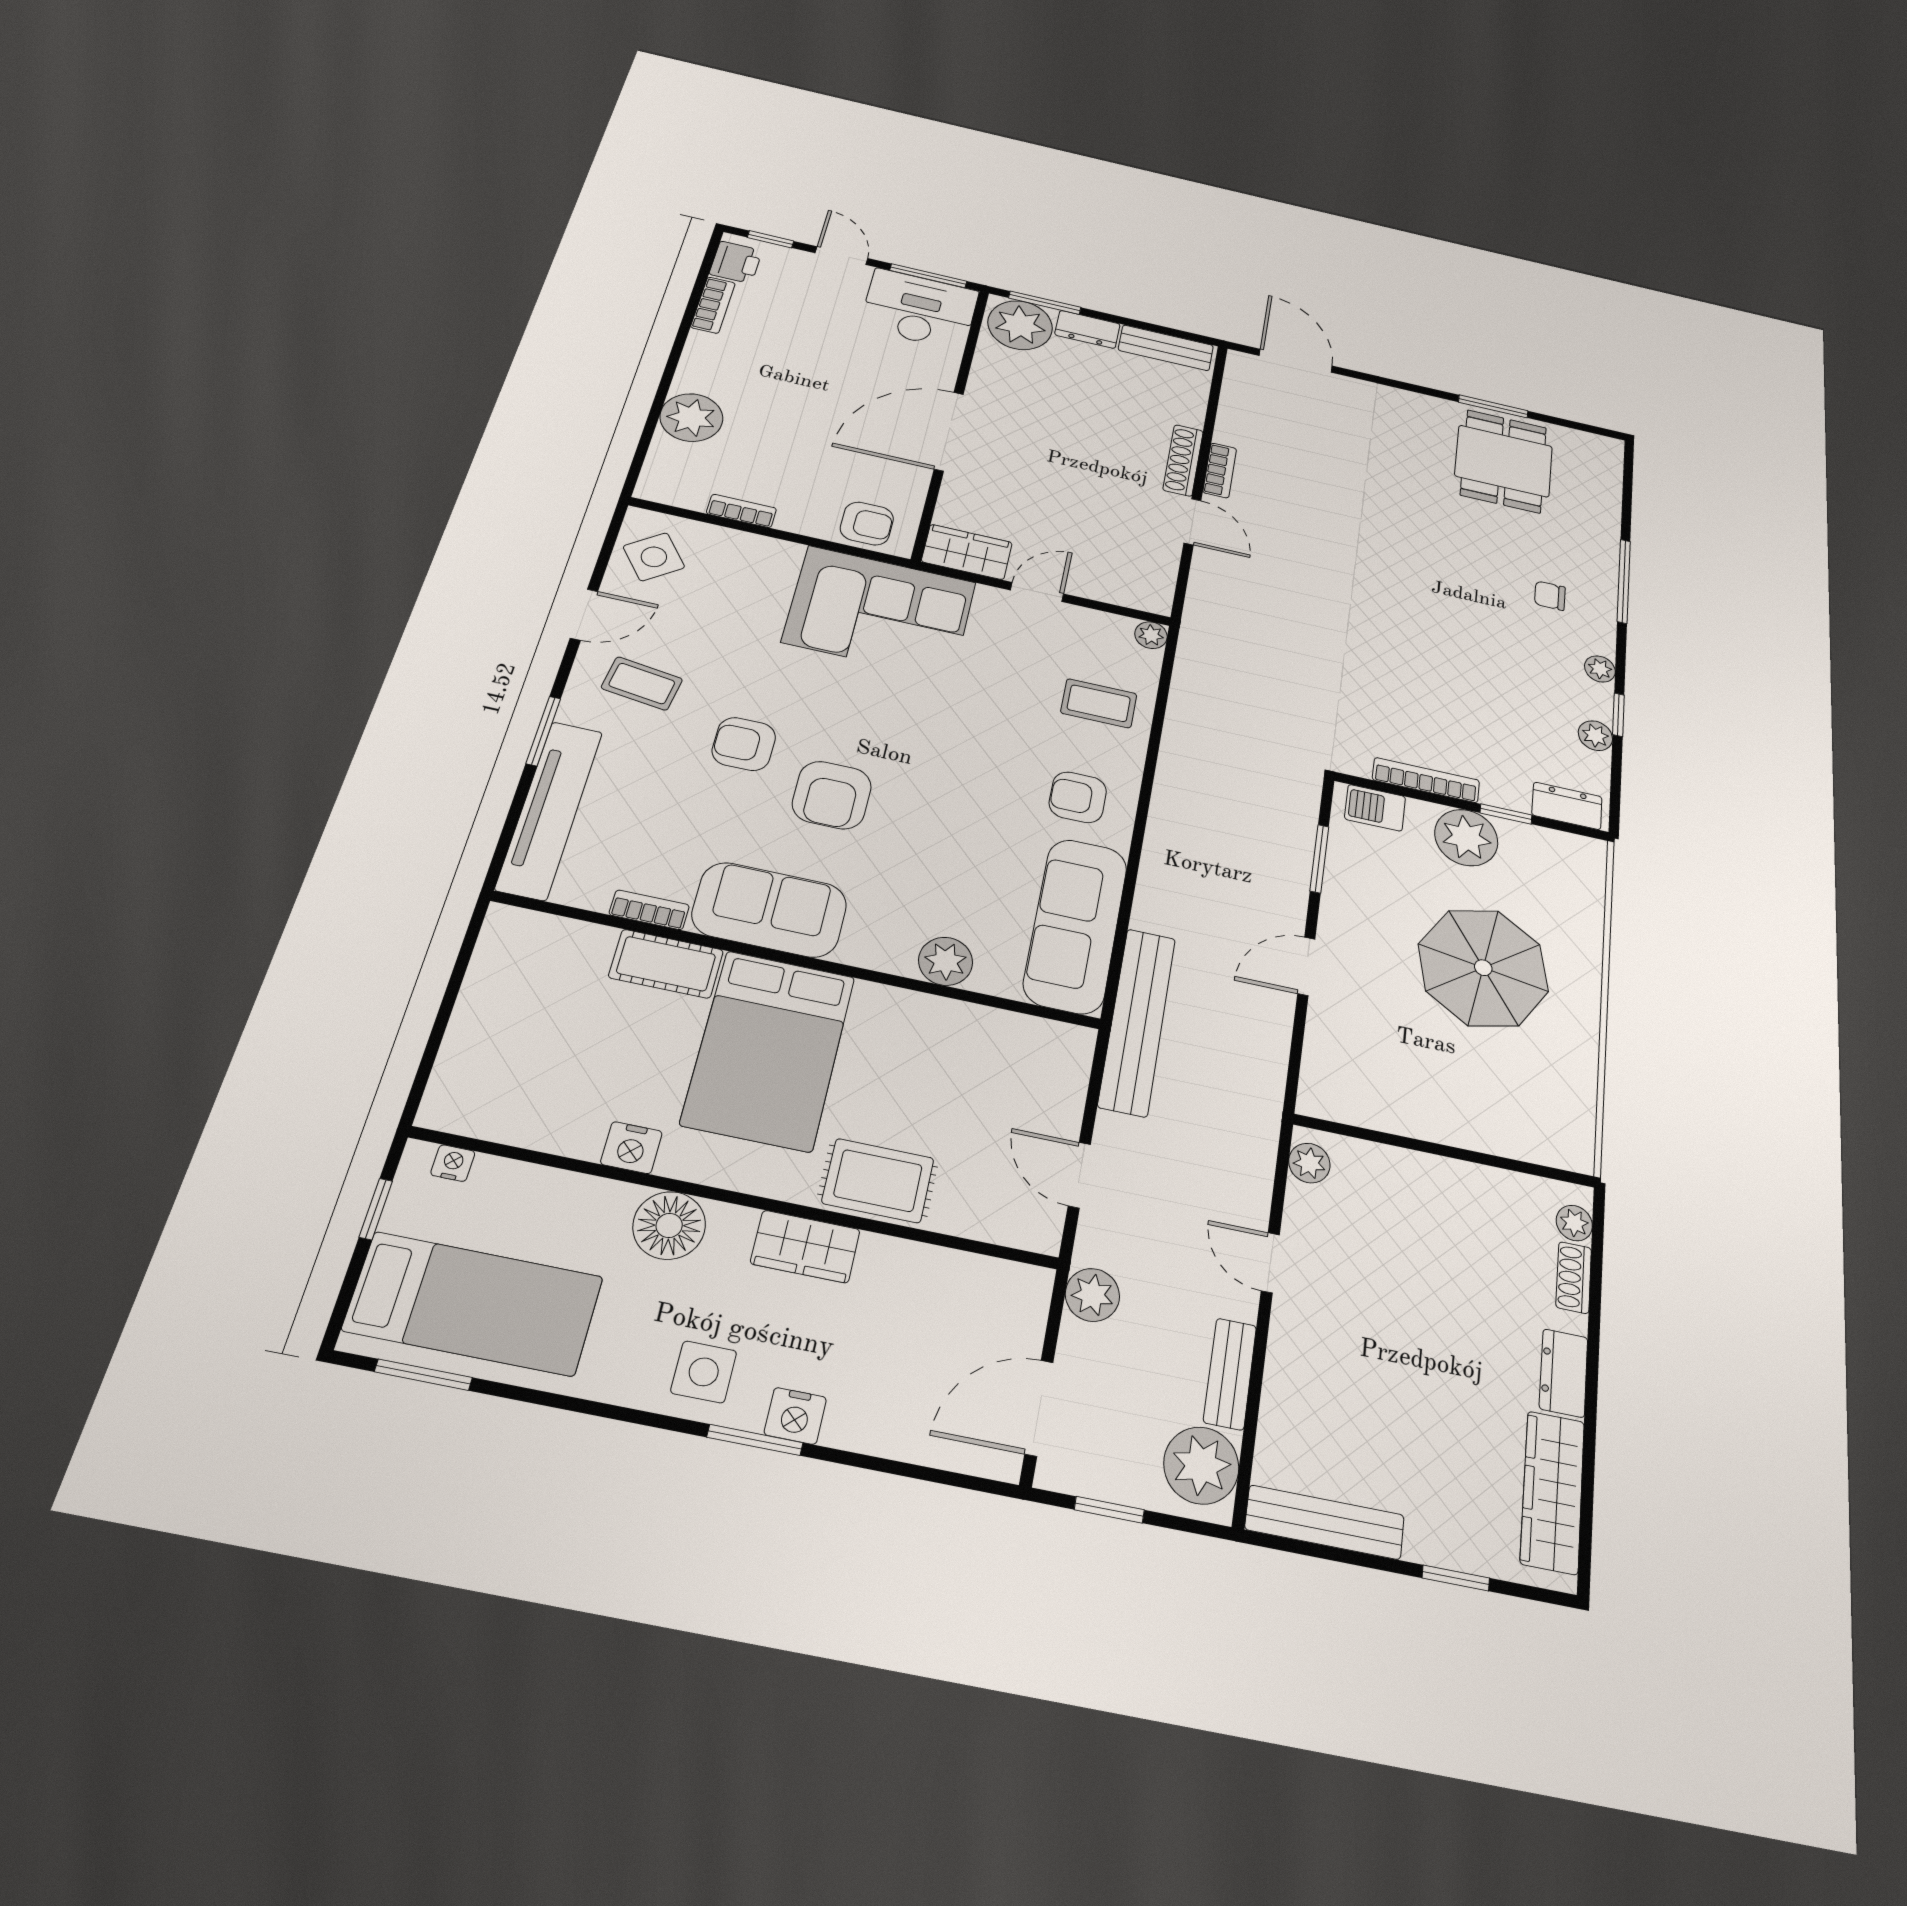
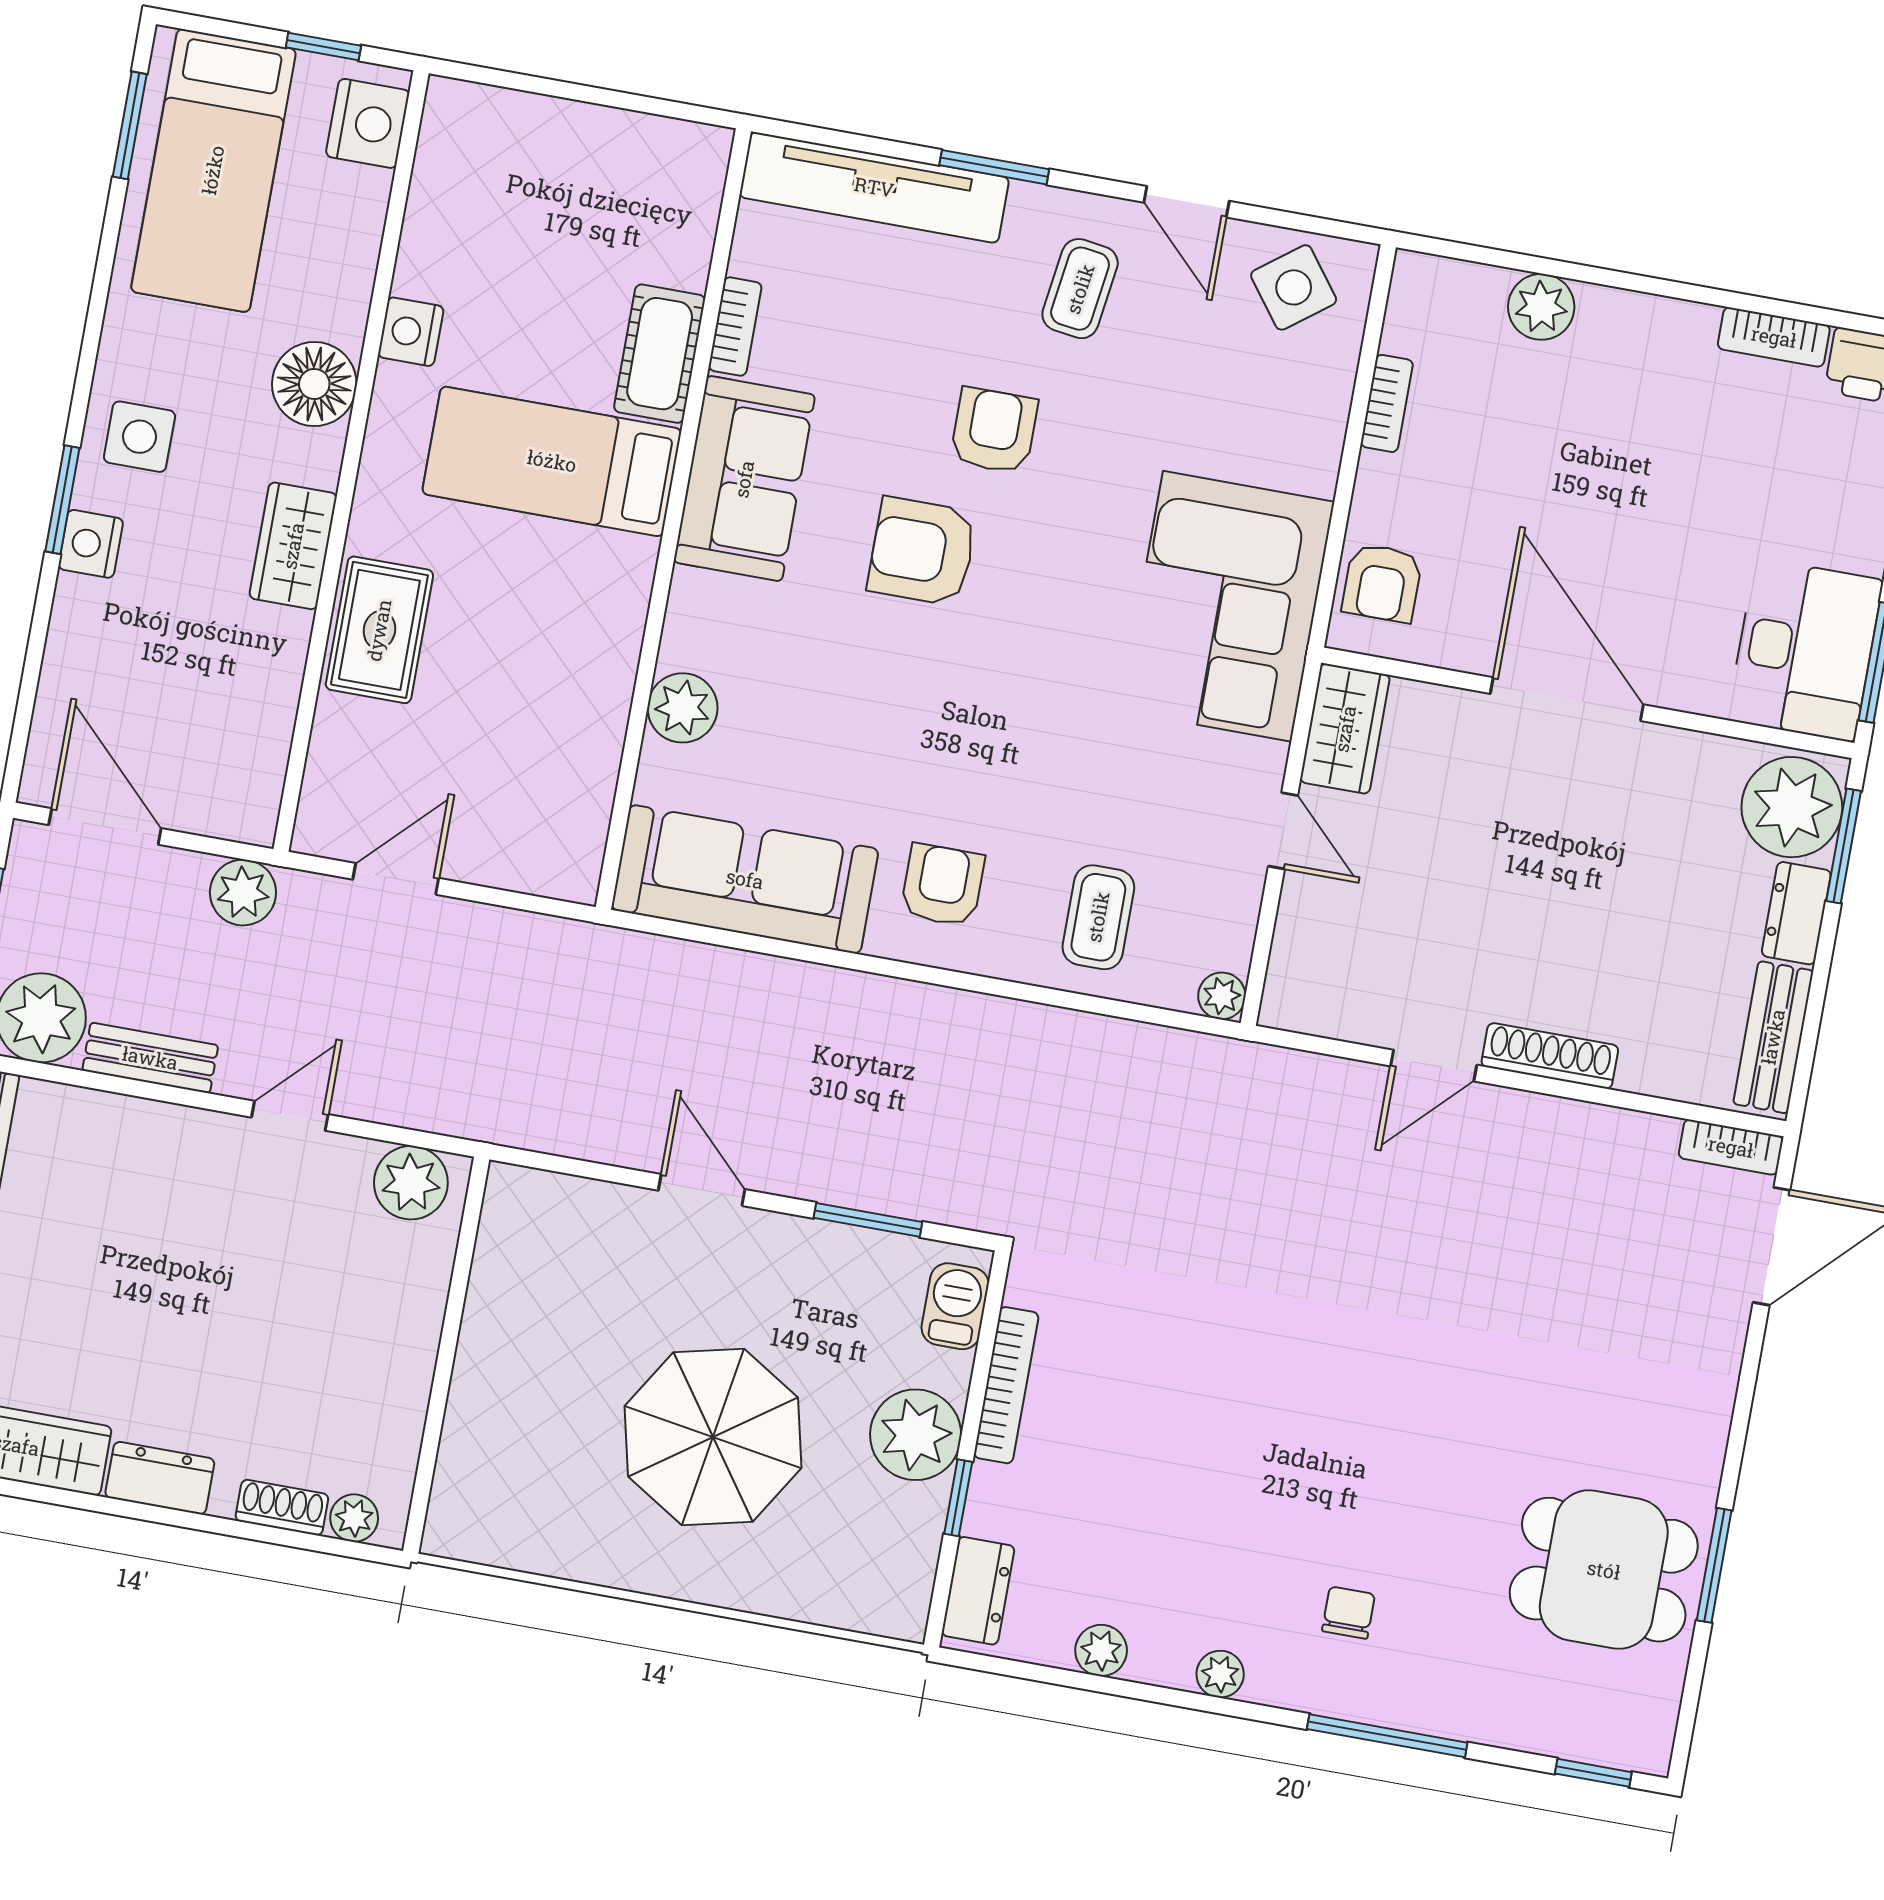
plant: (691, 418) -> (1541, 307), width x0.73, depth x0.73
bookcase: (1220, 470) -> (1731, 1147), moved
window: (1618, 715) -> (1593, 1773), moved
bench: (1137, 1021) -> (609, 958), removed
bed: (769, 1050) -> (552, 461), width x0.67
nightstand: (453, 1163) -> (368, 123), width x1.89, depth x1.79
plant: (1309, 1163) -> (411, 1183), width x1.38, depth x1.38

